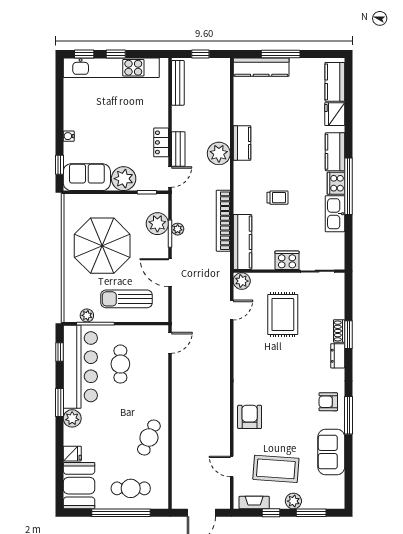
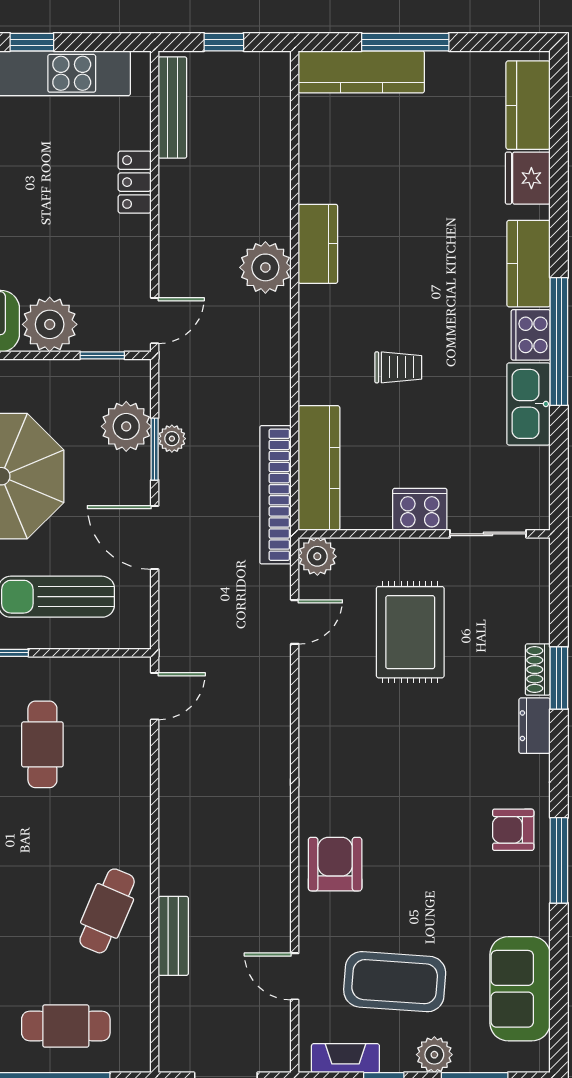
locker: (161, 142) -> (135, 182), moved
bench: (178, 149) -> (173, 936), moved
bookcase: (223, 221) -> (276, 495), moved
sofa: (331, 452) -> (520, 989), moved

